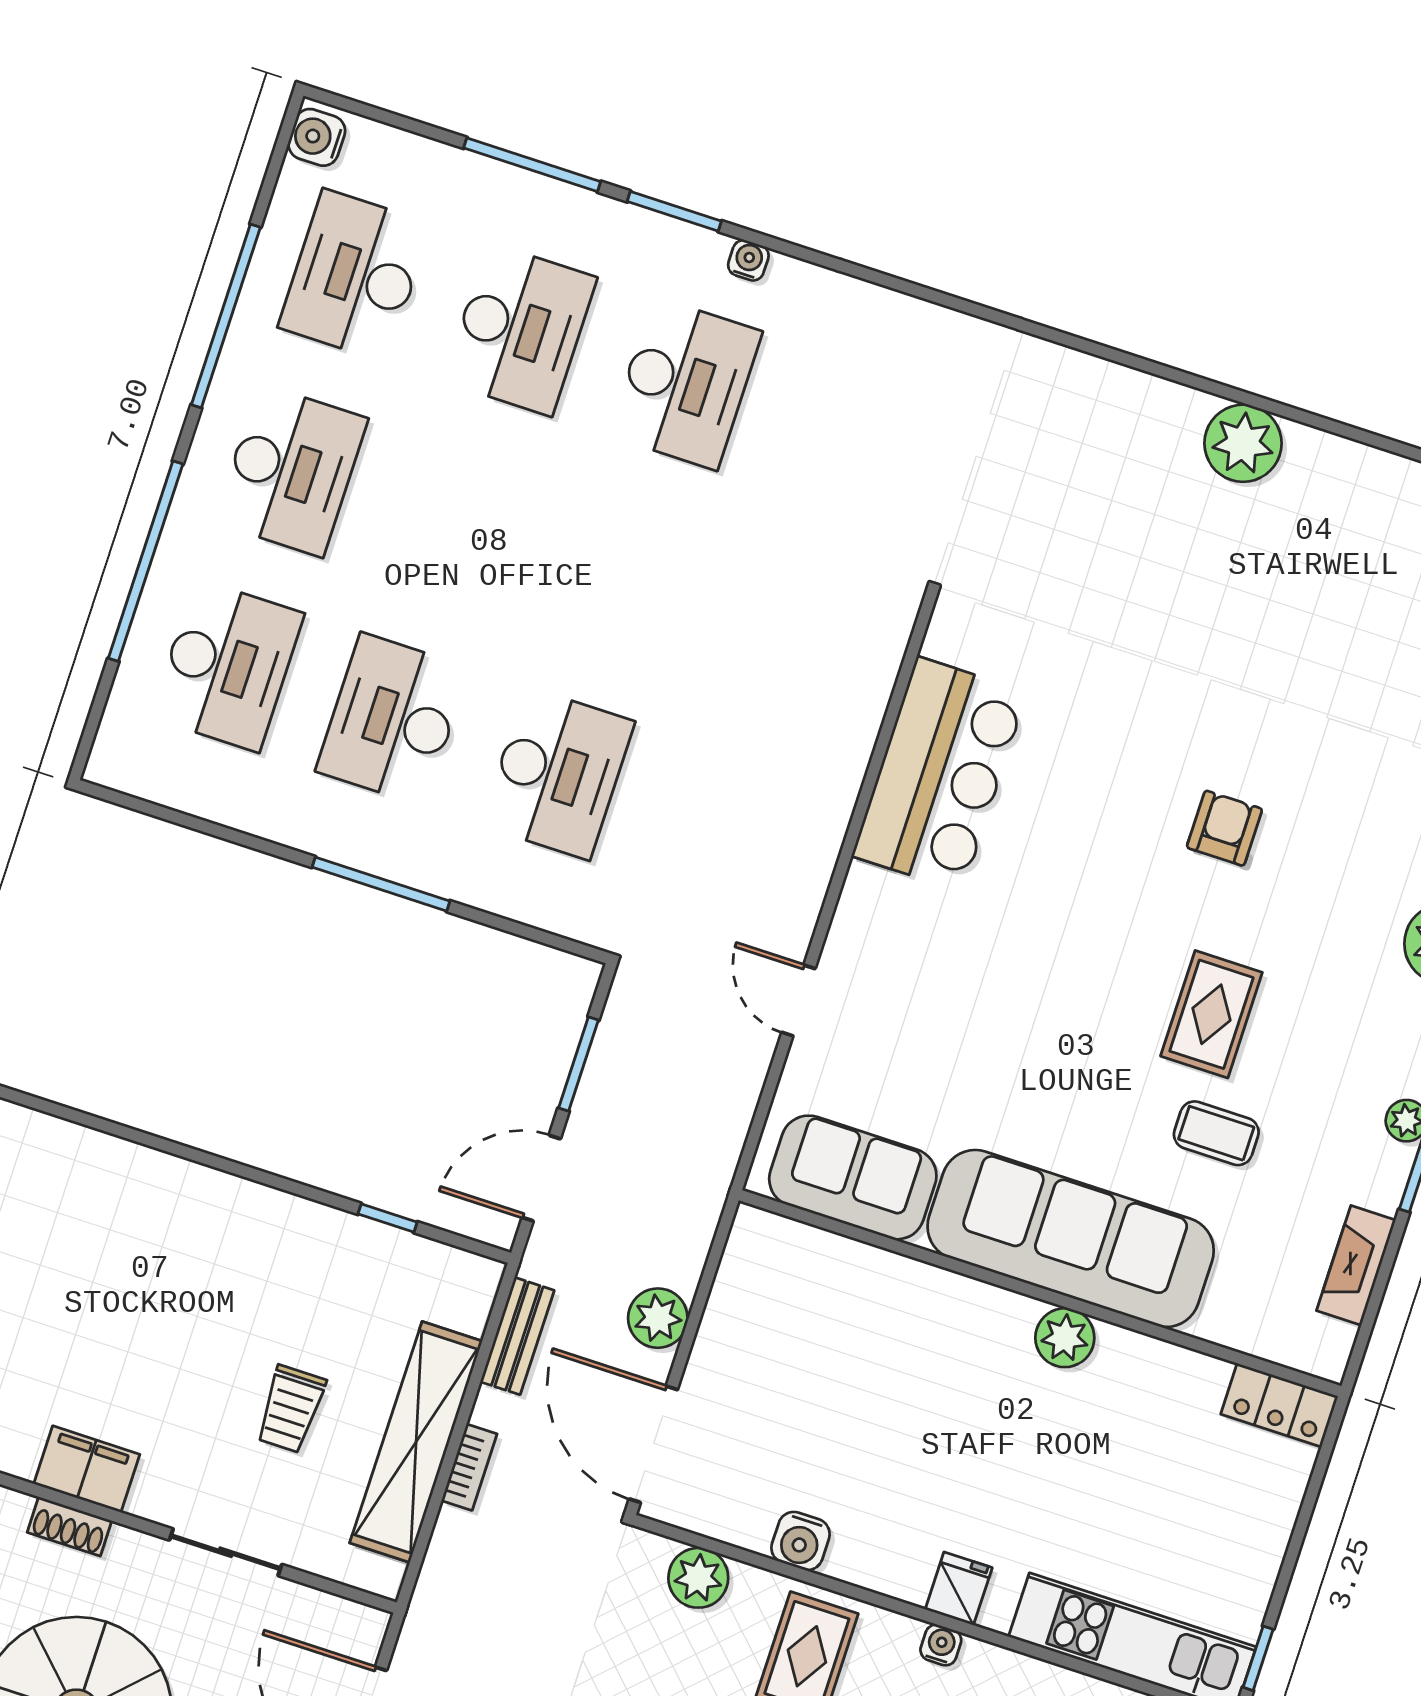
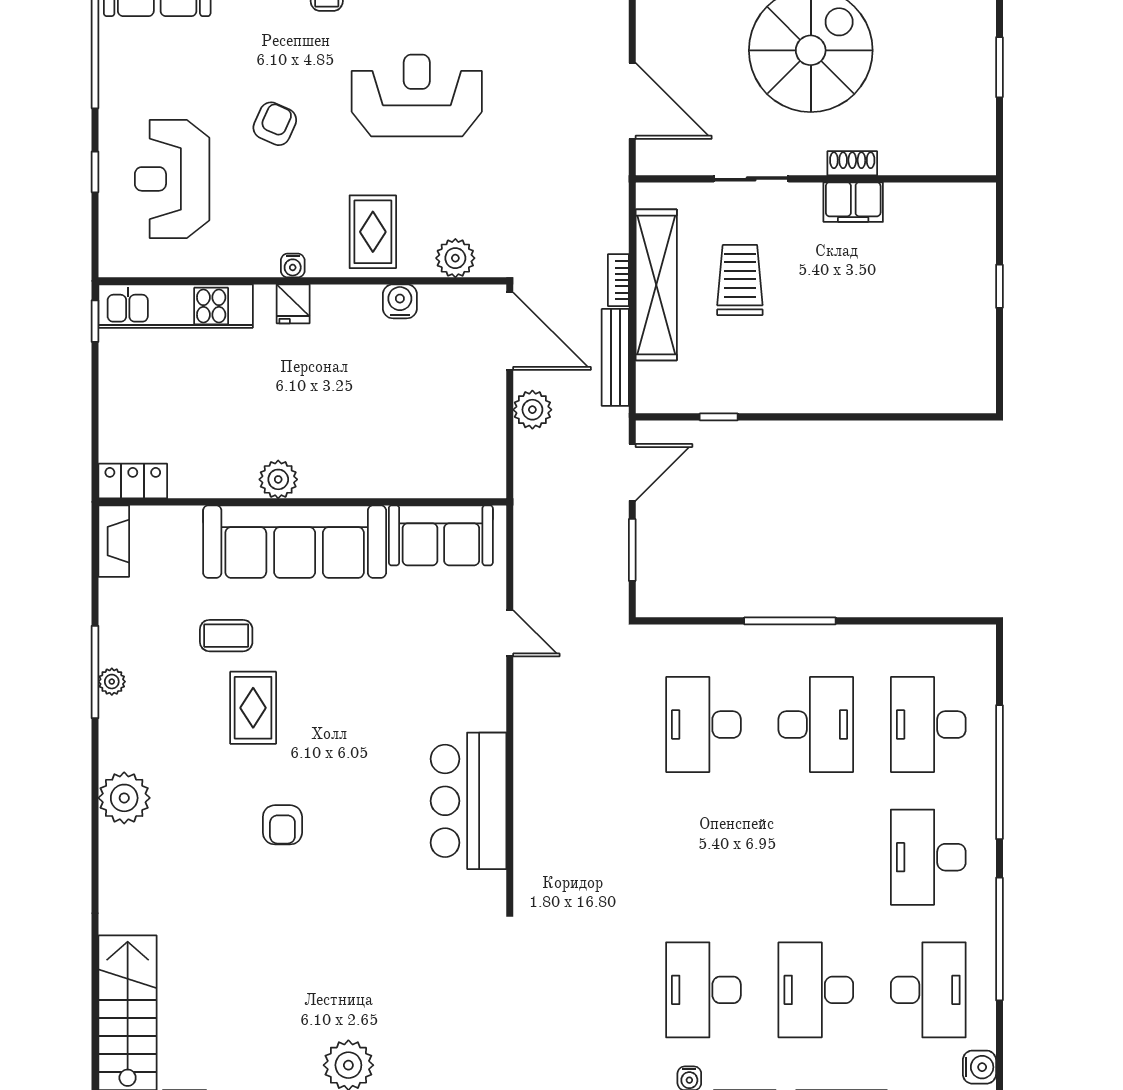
fireplace: (1356, 1265) -> (114, 541), moved
bench: (517, 1336) -> (615, 357), width x1.36
trolley: (291, 1409) -> (740, 280), width x1.36, depth x1.39

